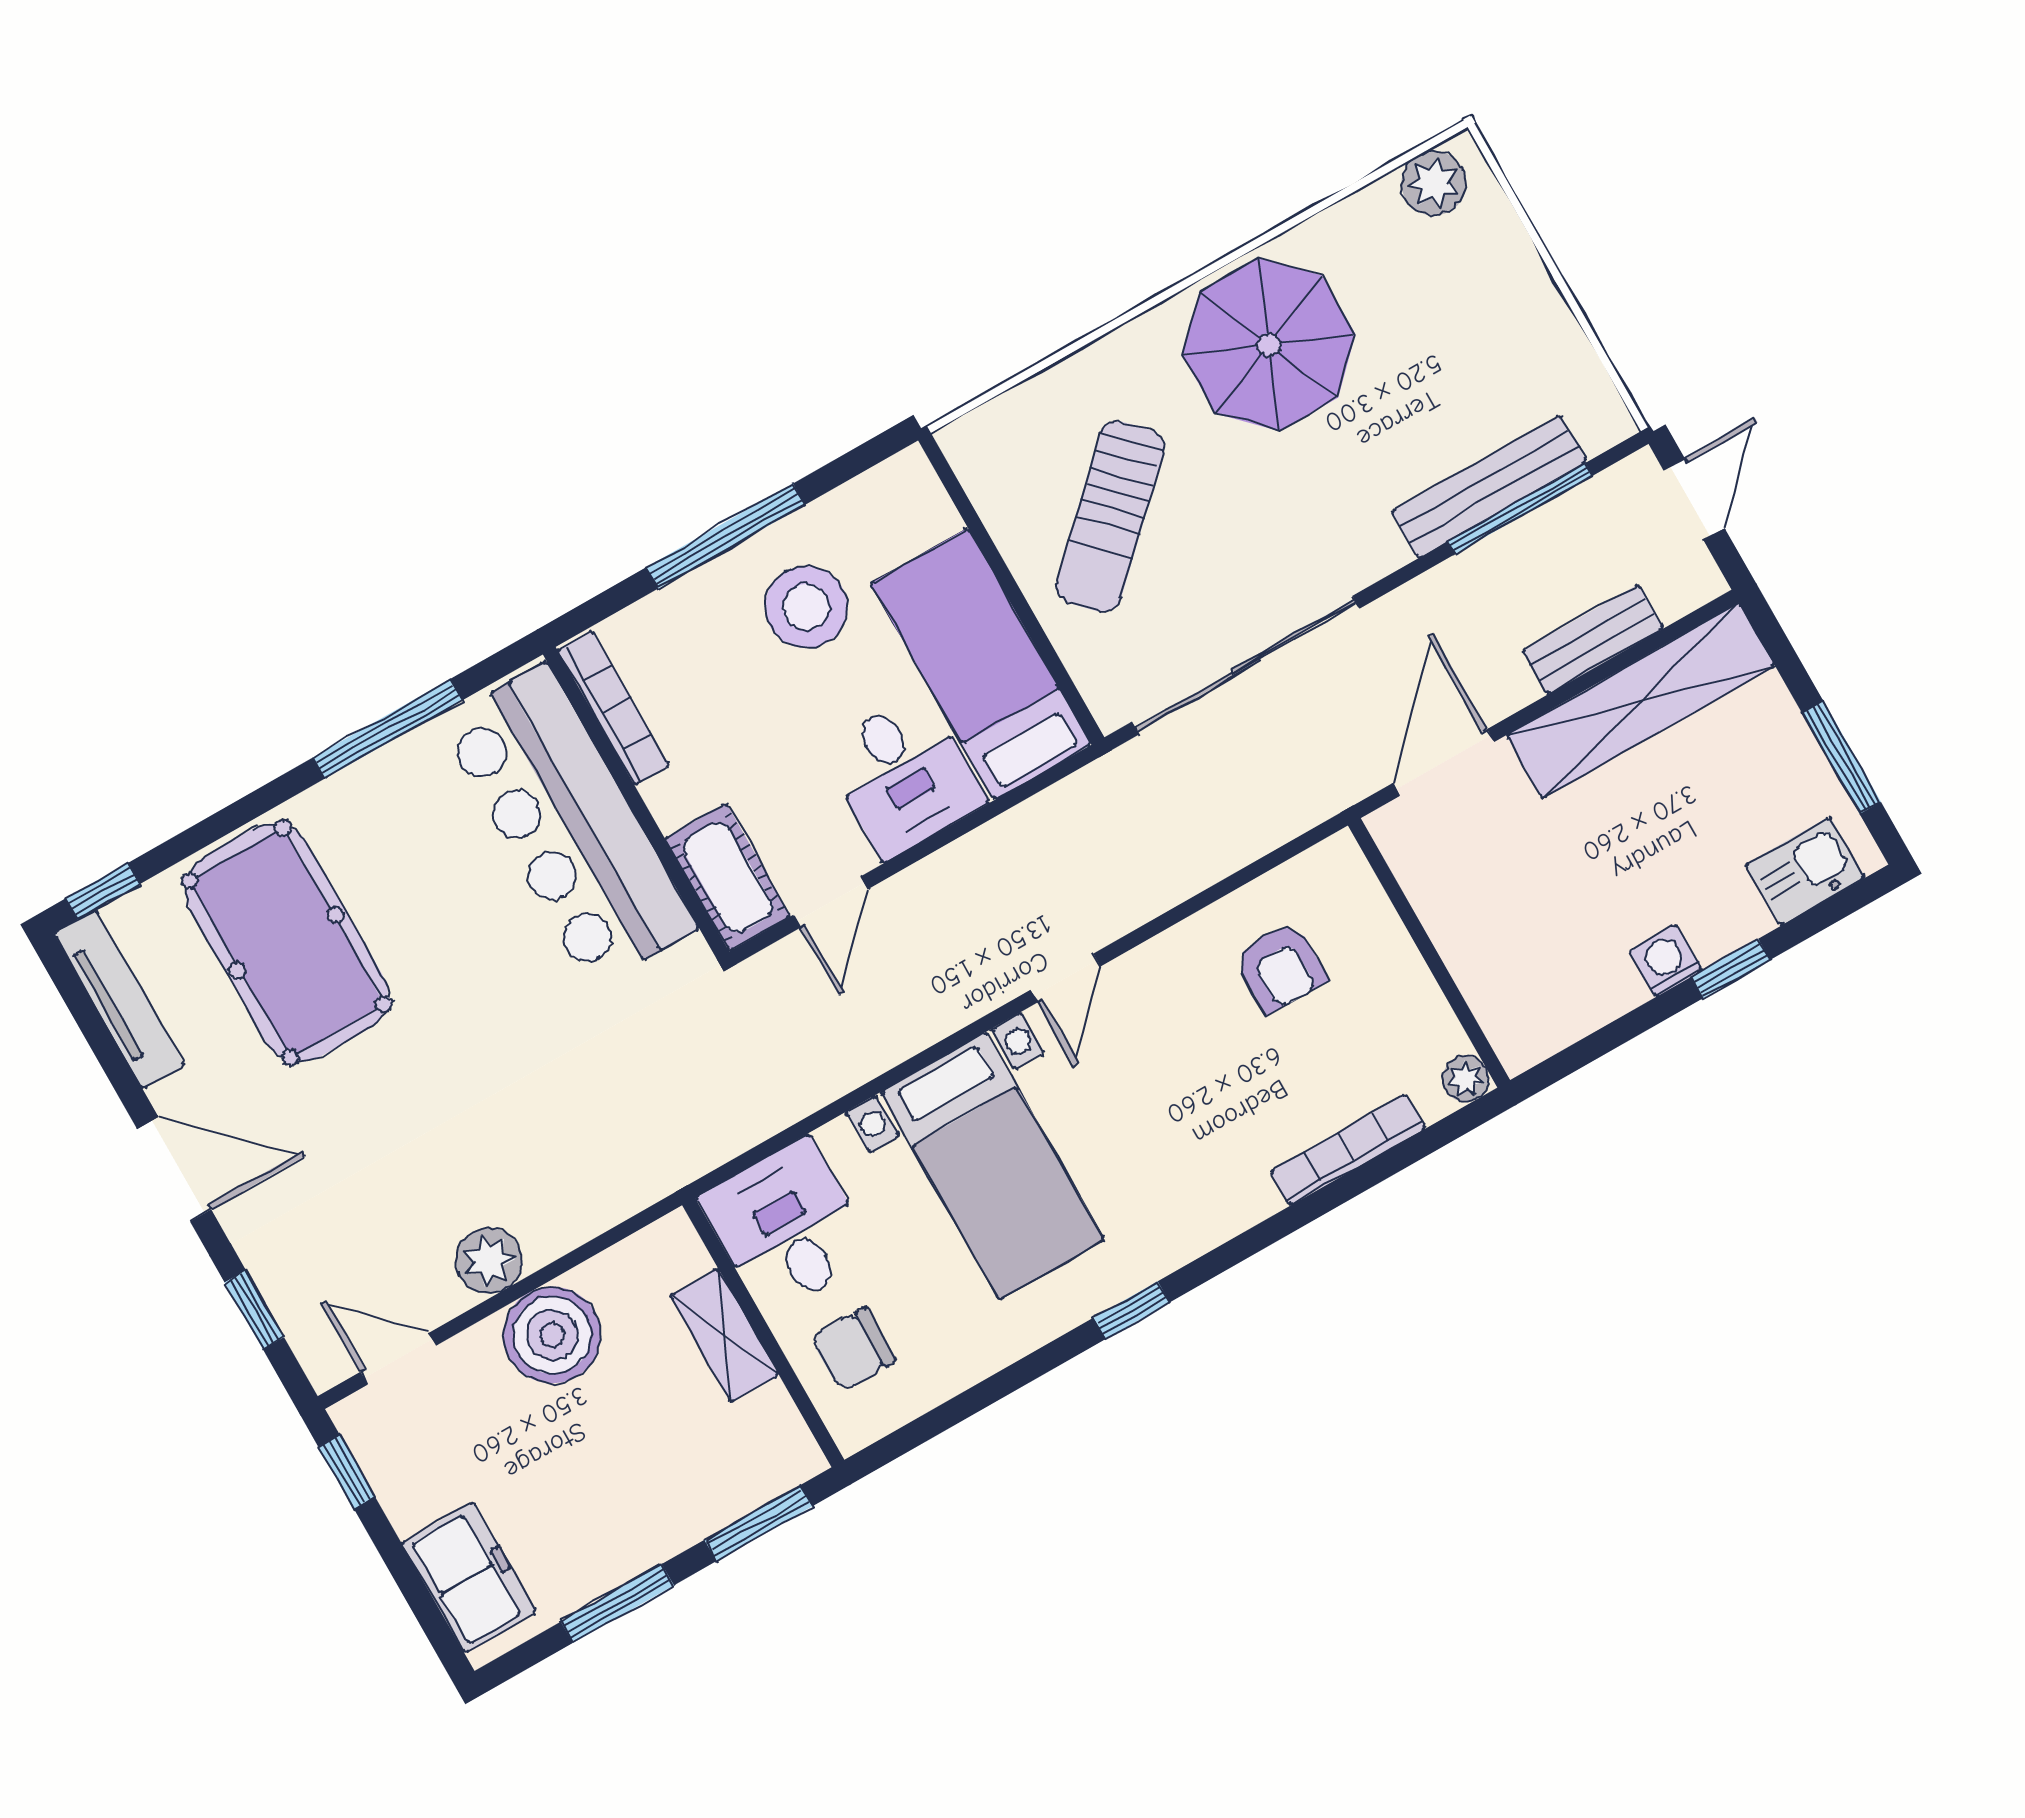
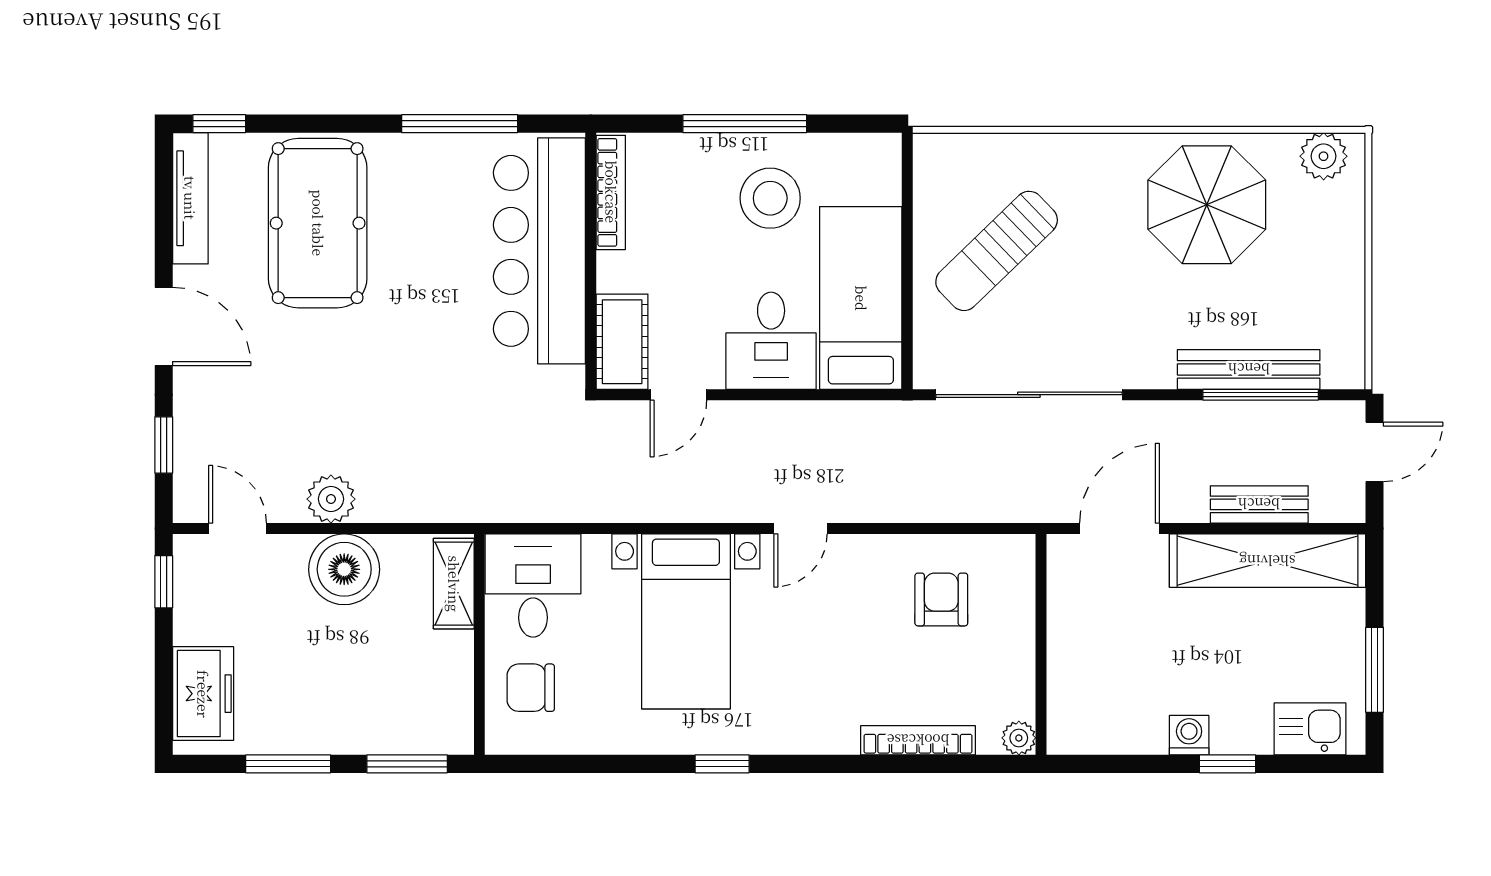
parasol: (1269, 345) -> (1207, 205), moved
armchair: (1280, 967) -> (941, 599), turned 180
shelving: (724, 1335) -> (454, 584), moved

